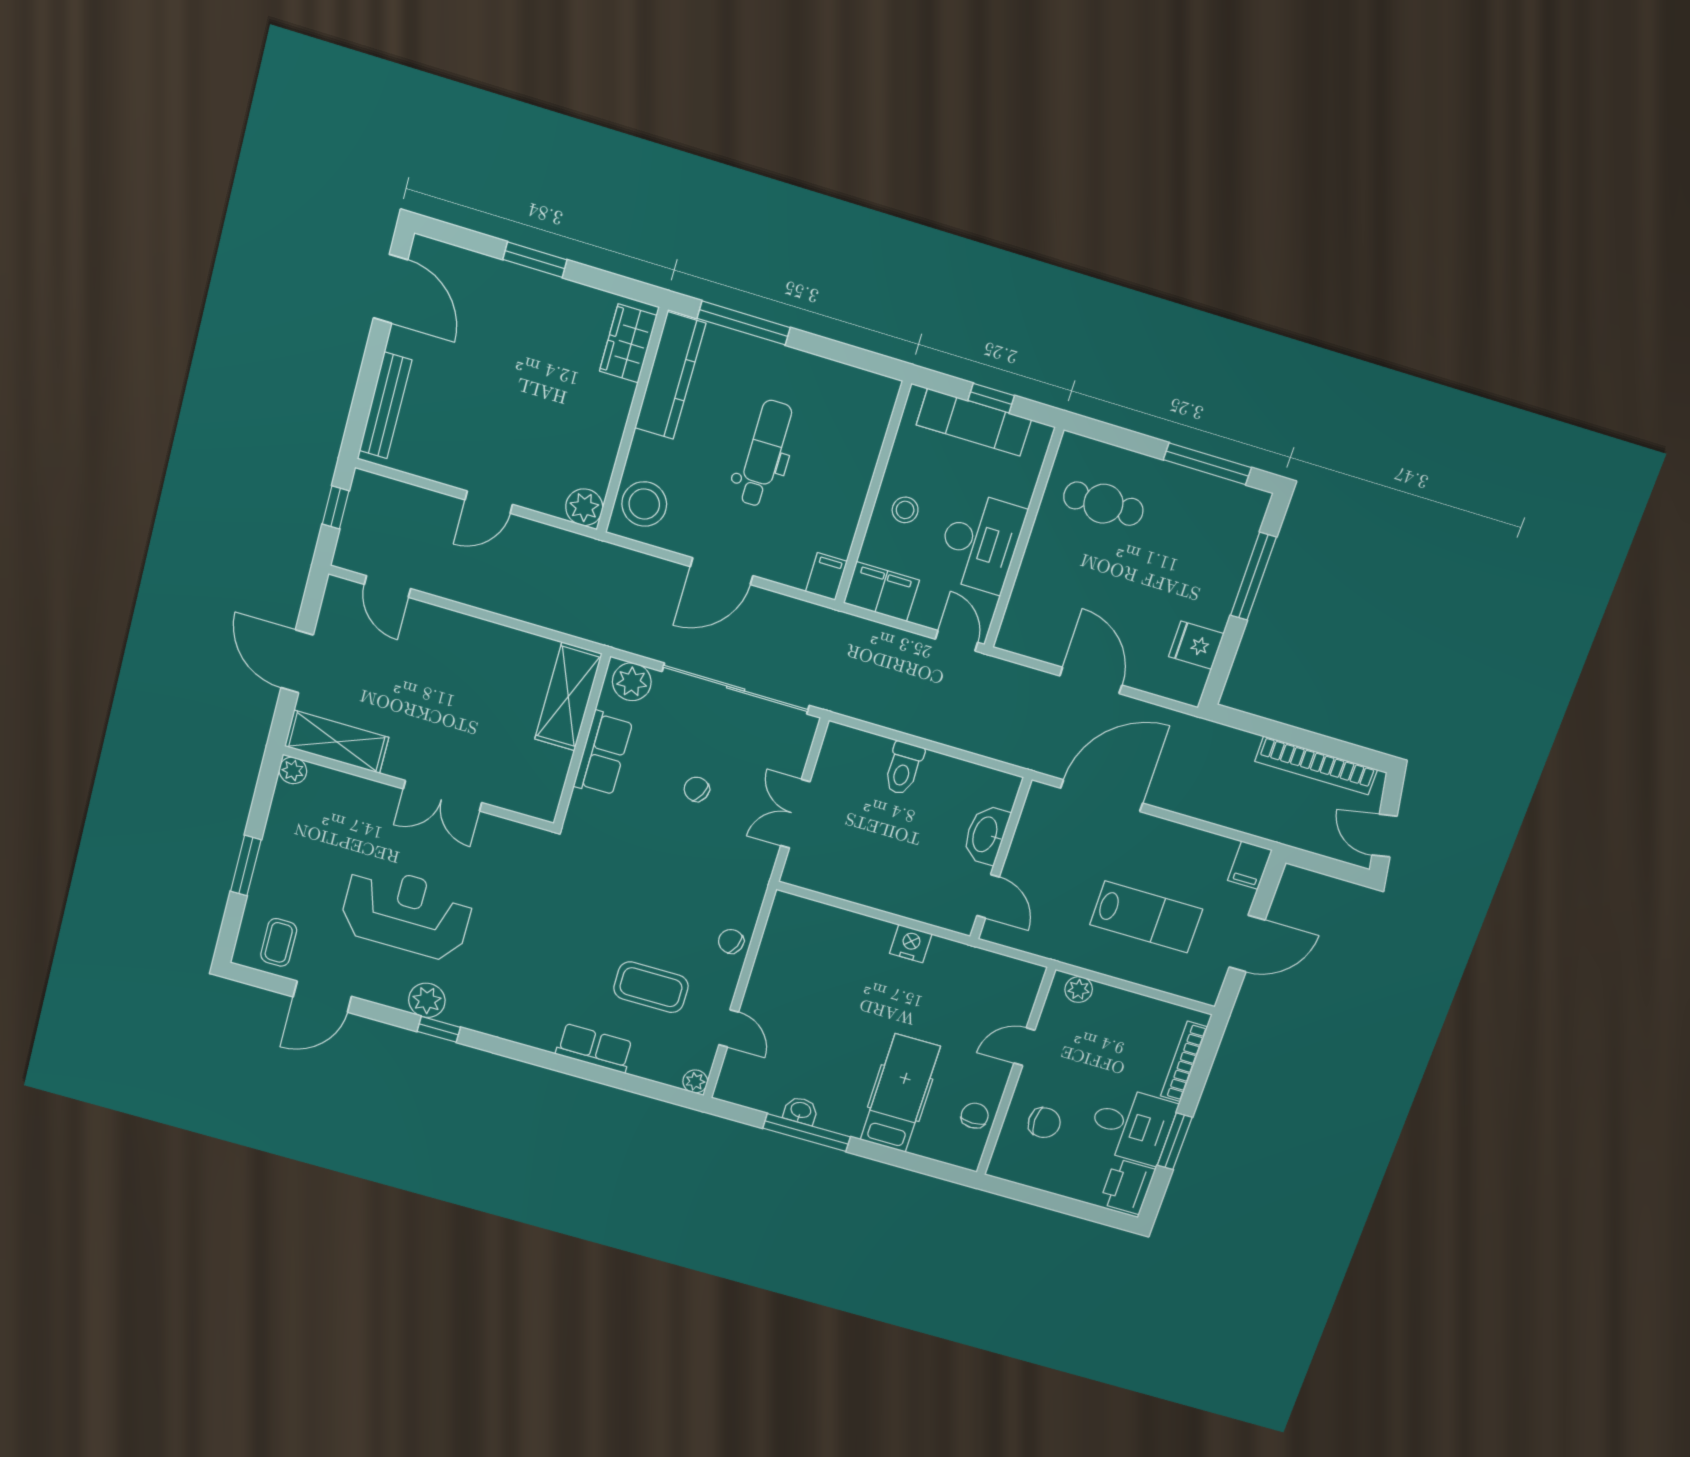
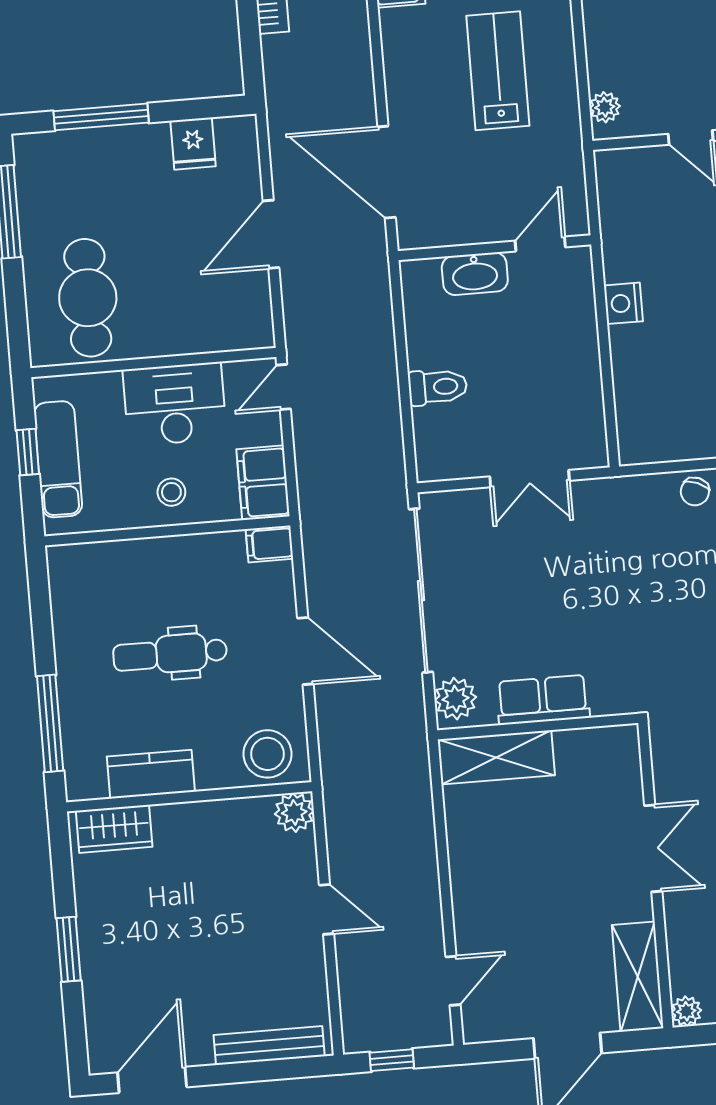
kitchen counter: (670, 376) -> (151, 774), width x0.67
cafe table: (1103, 504) -> (88, 298), width x1.37, depth x1.35
chair: (697, 789) -> (543, 590), removed

